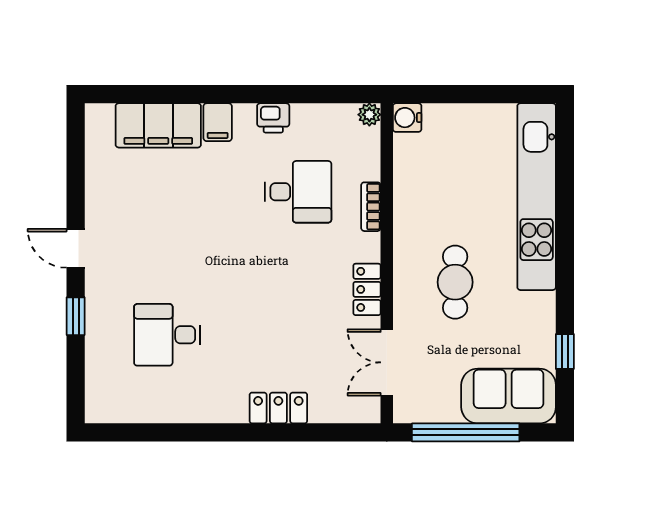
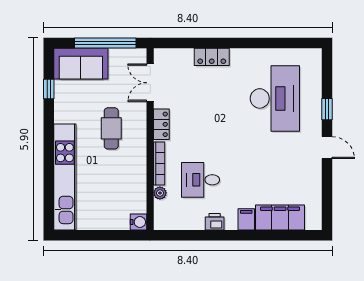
plant: (369, 115) -> (160, 193), moved
bookcase: (371, 207) -> (159, 164), width x1.56
desk: (167, 335) -> (275, 98), width x1.87, depth x1.30
double door: (387, 362) -> (150, 83), swing flipped

